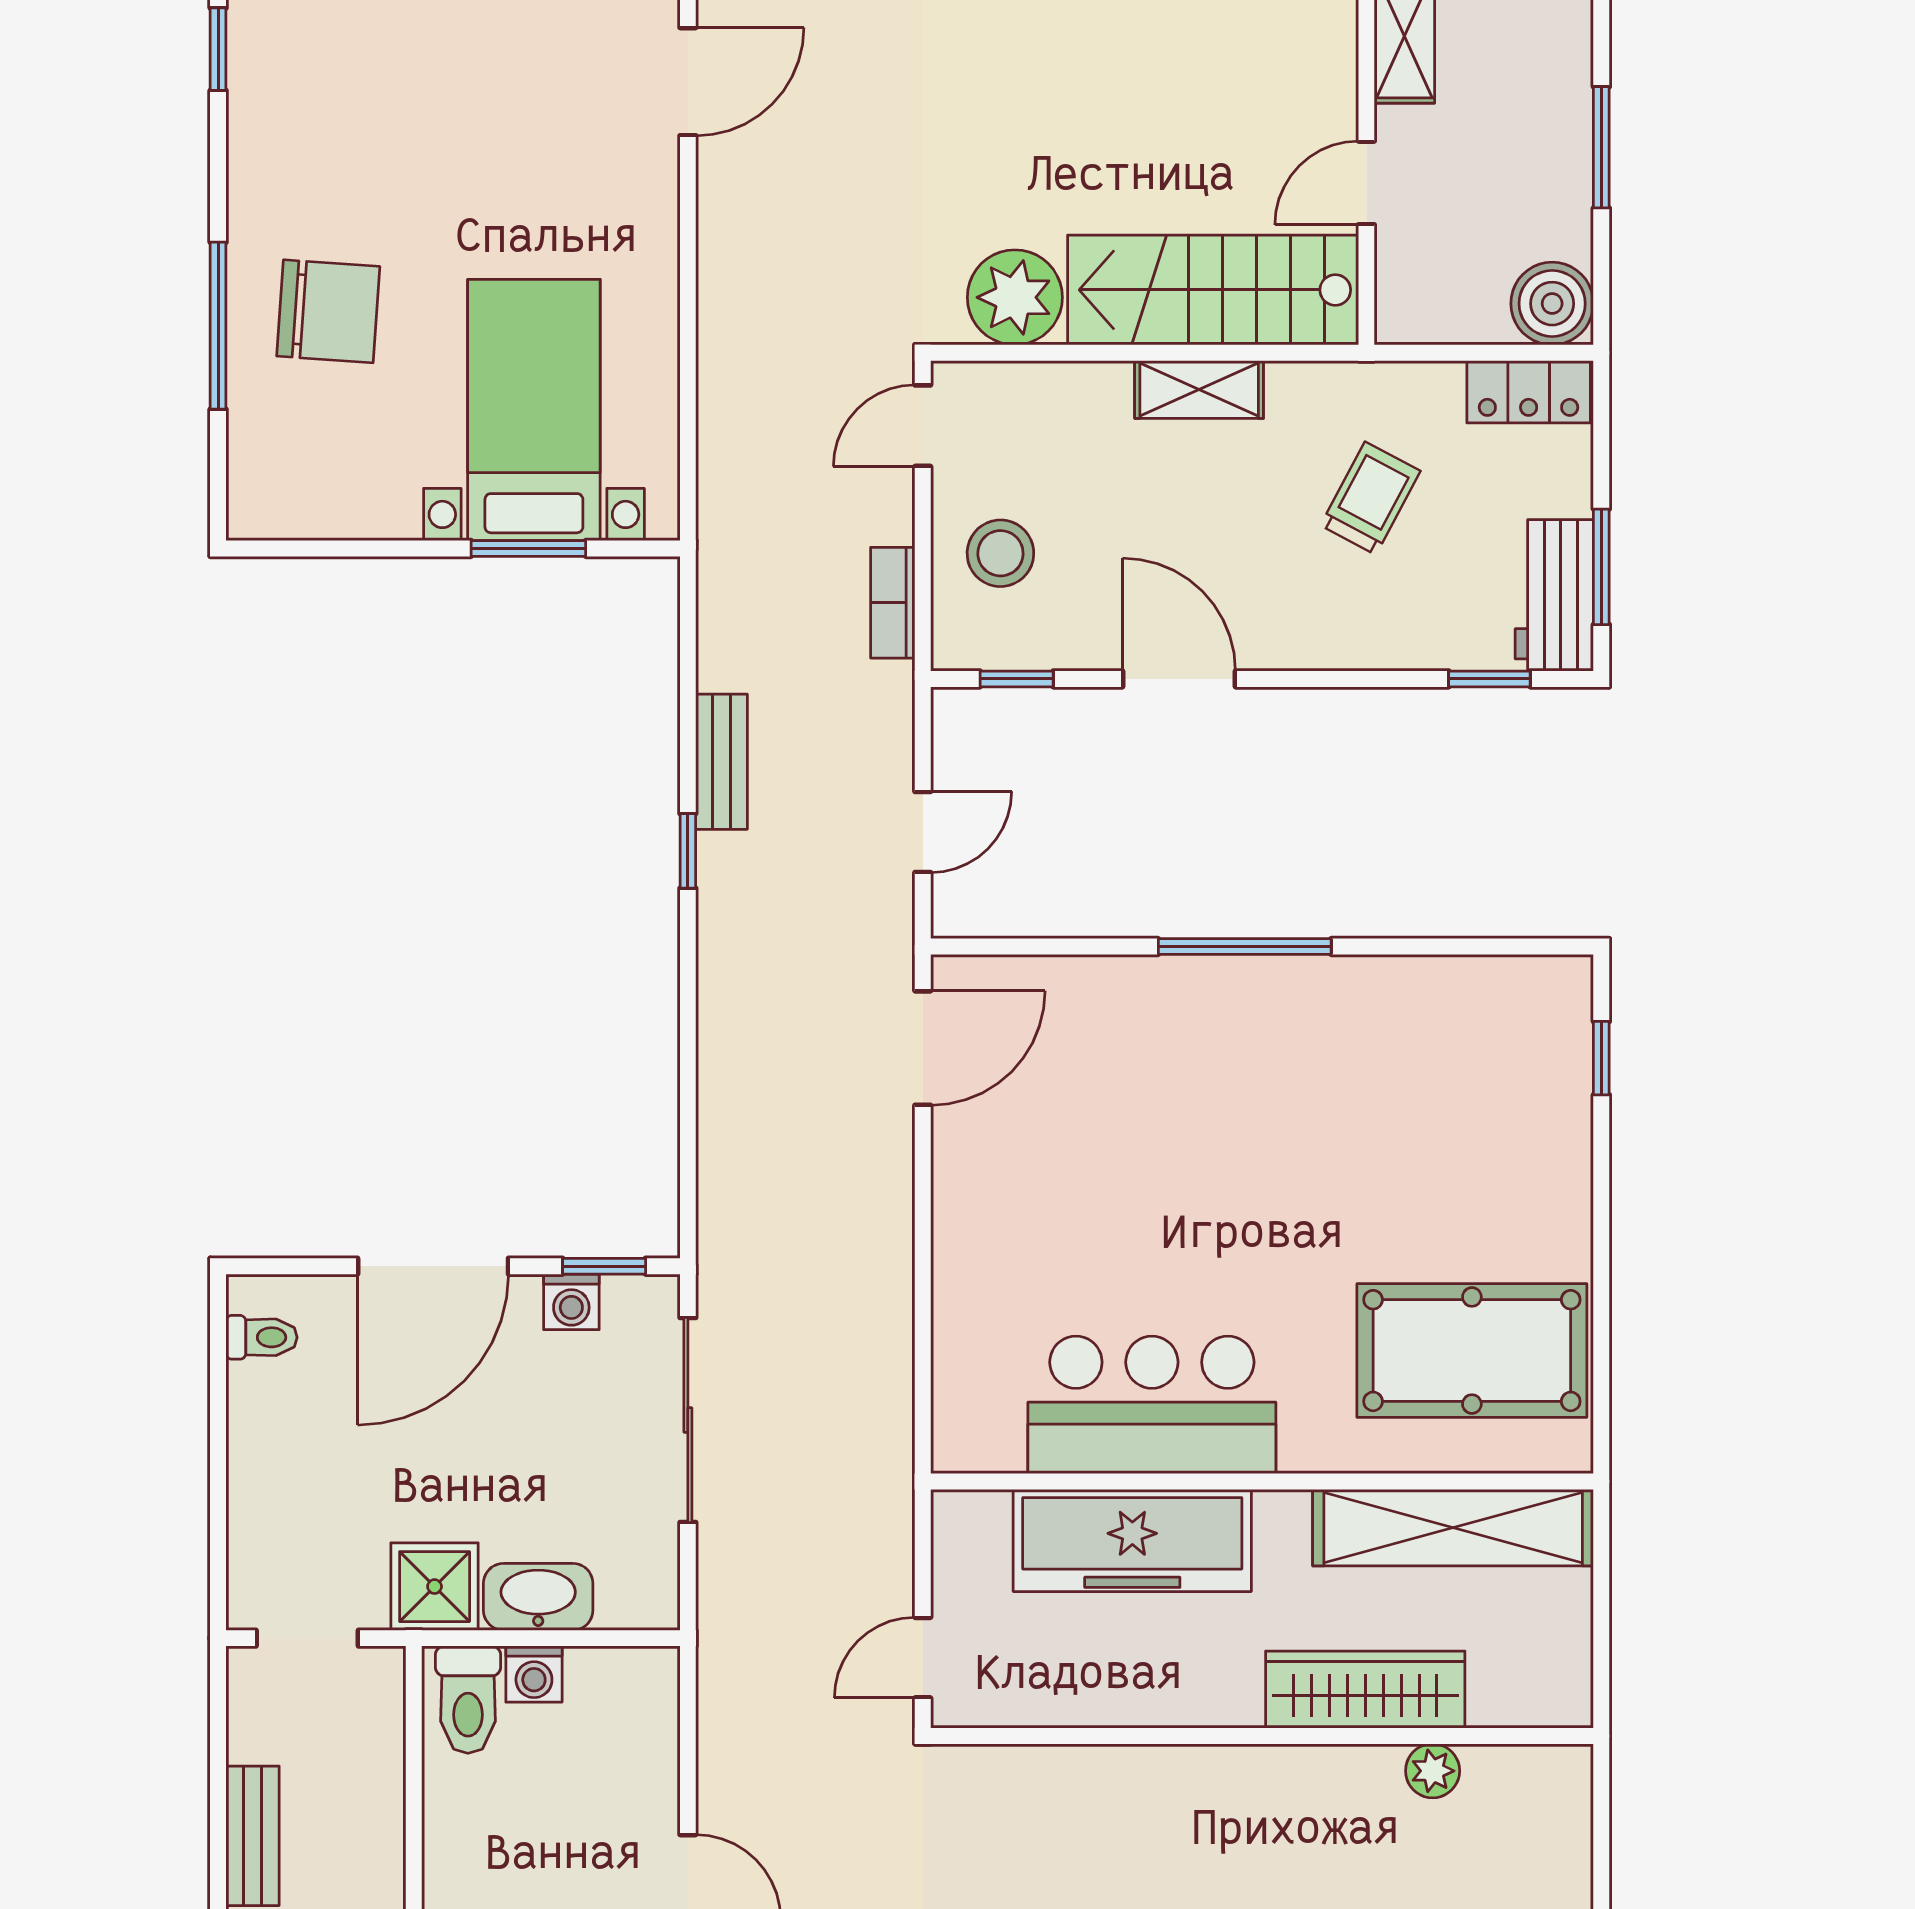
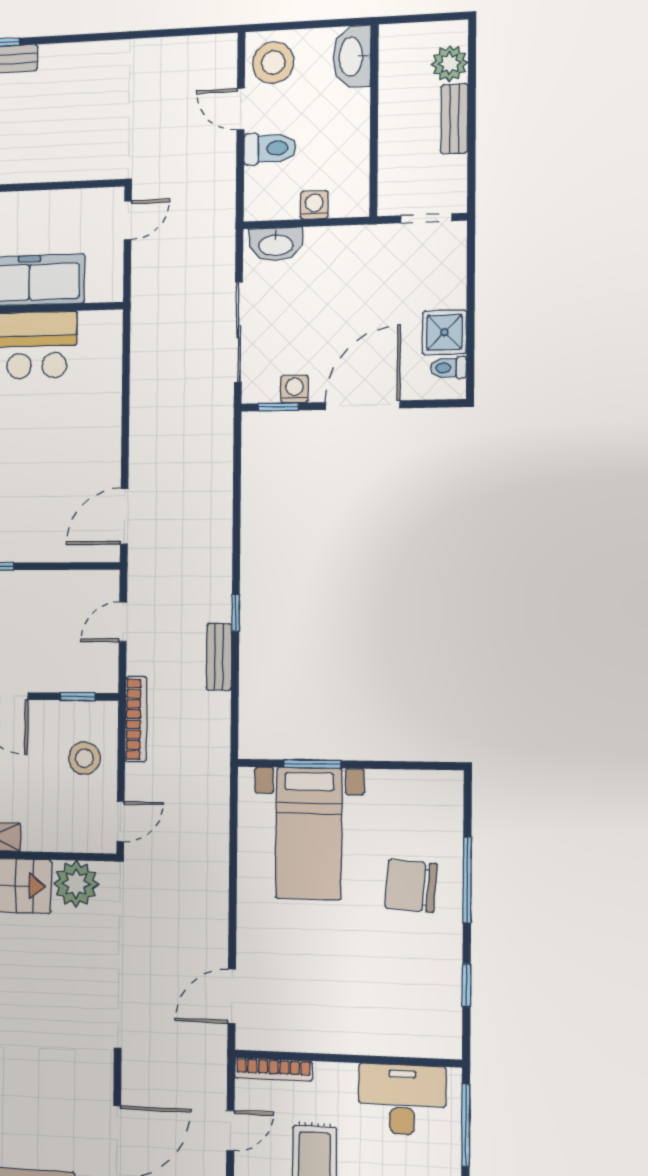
window: (218, 49) -> (467, 985), moved
bookcase: (893, 603) -> (136, 719), width x1.56
shower: (435, 1587) -> (444, 332), moved
washbasin: (538, 1597) -> (276, 244), moved
toilet: (468, 1700) -> (270, 148), moved, turned 90

